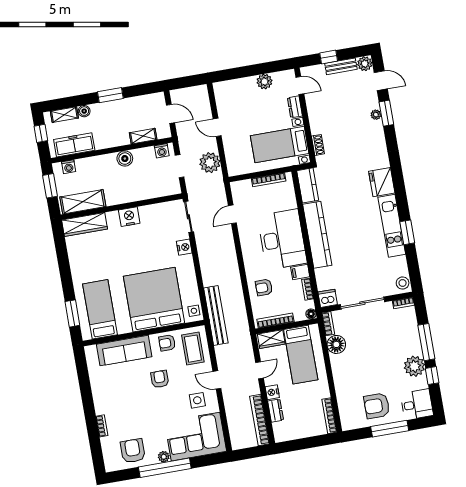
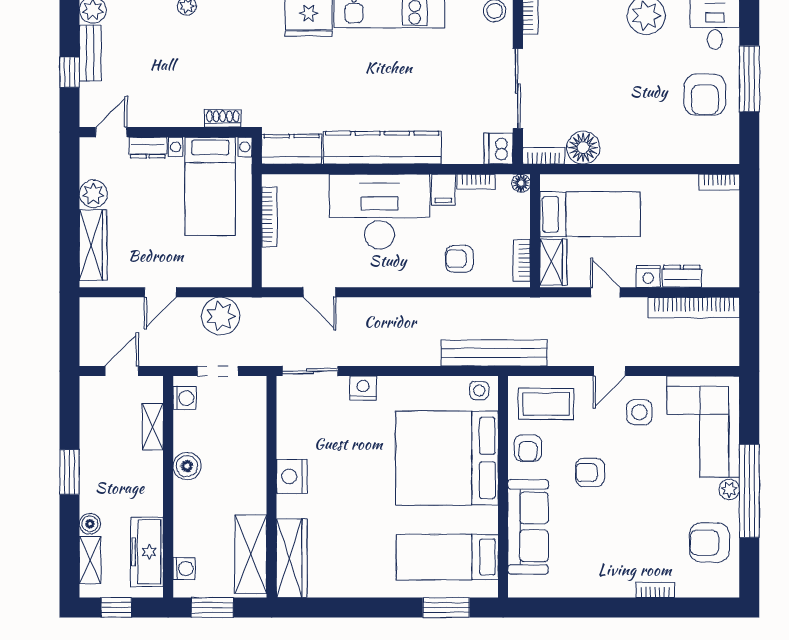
wardrobe: (236, 86) -> (93, 245), added
armchair: (264, 287) -> (459, 259), turned 90
bookcase: (275, 321) -> (522, 260), width x0.64
bookcase: (329, 416) -> (719, 182), width x0.64

